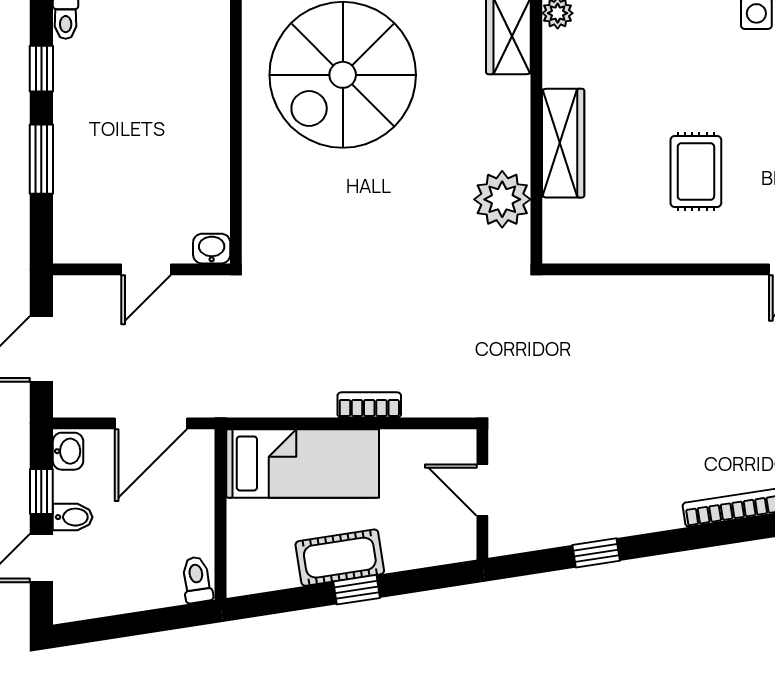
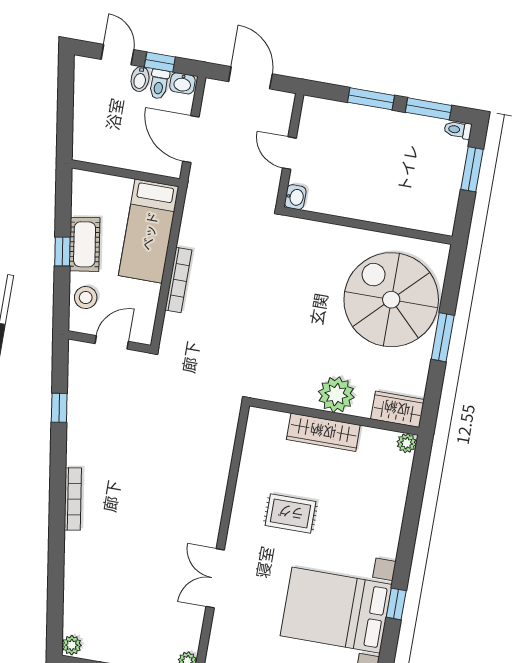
window: (41, 69) -> (429, 109), width x1.50
plant: (502, 199) -> (336, 395), moved
bookcase: (369, 405) -> (178, 280), width x1.56
stool: (421, 542) -> (86, 297), added
toilet: (197, 580) -> (159, 84), moved, turned 99

